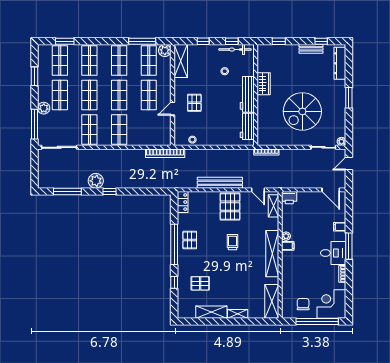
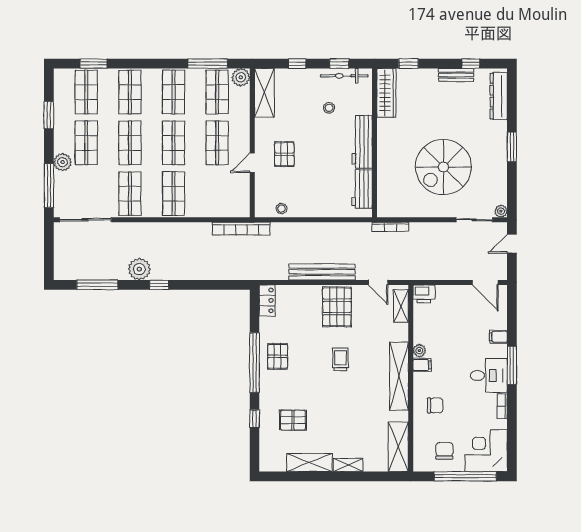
wardrobe: (264, 84) -> (386, 93), moved, width x1.50
chair: (297, 273) -> (435, 405), added

